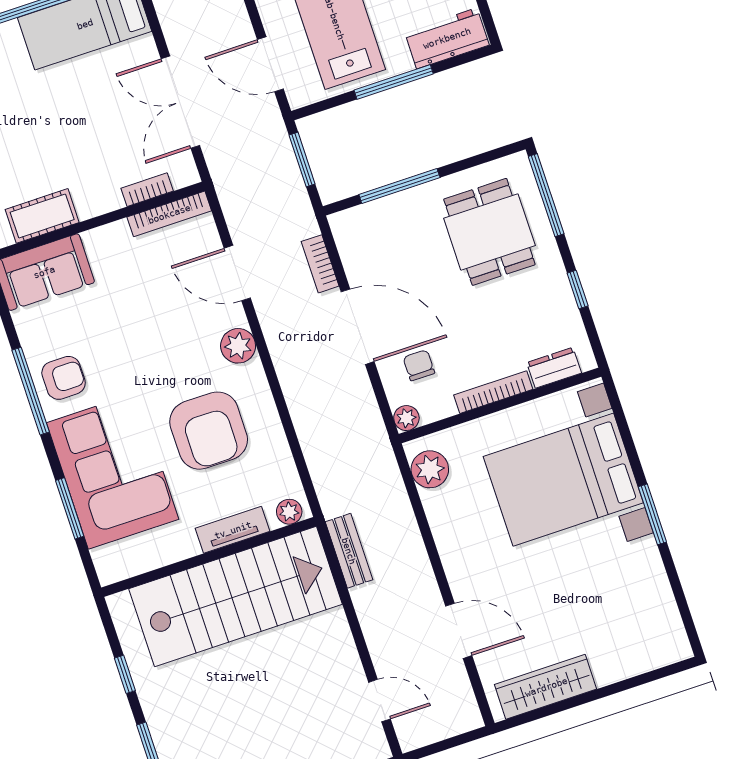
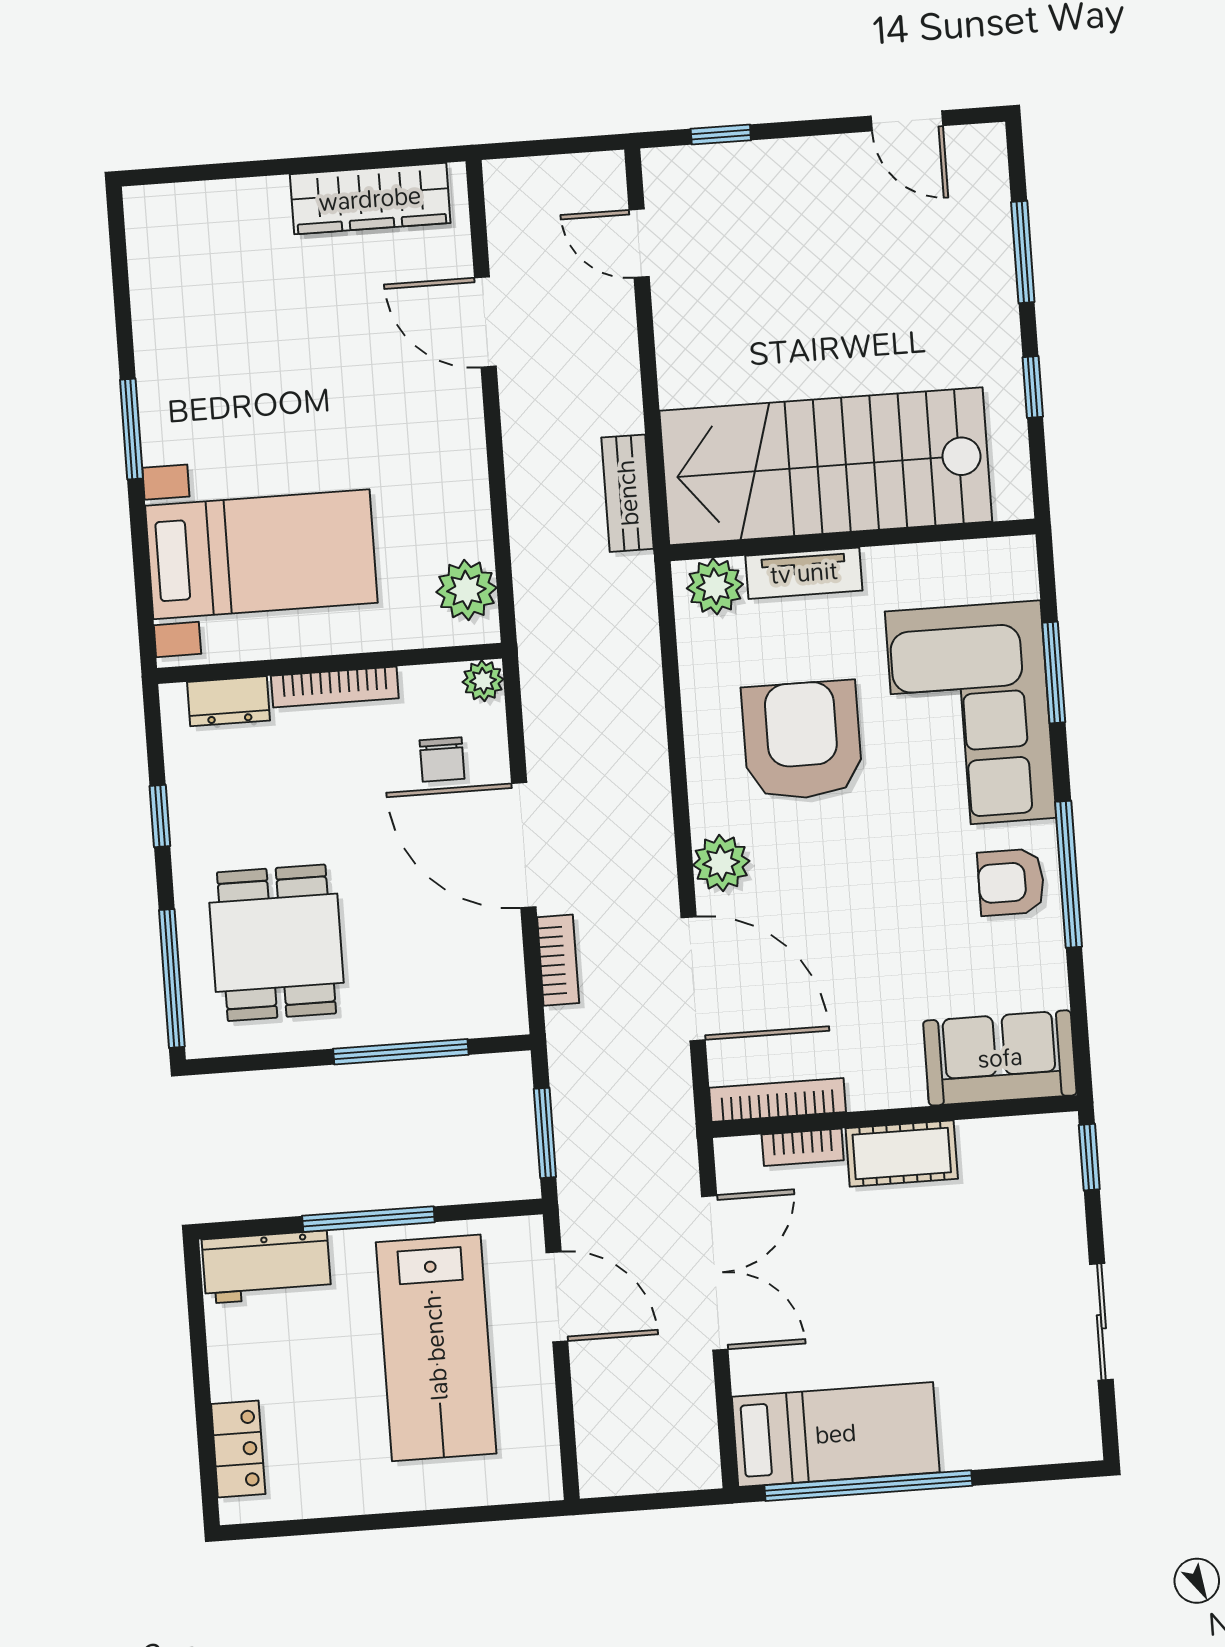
cot: (42, 216) -> (902, 1154), moved
door: (237, 273) -> (693, 979), width x1.36
bed with nightstands: (563, 480) -> (261, 554), width x0.73
plant: (289, 512) -> (715, 586), width x1.38, depth x1.38

